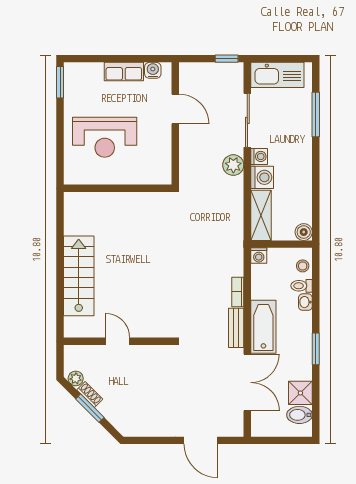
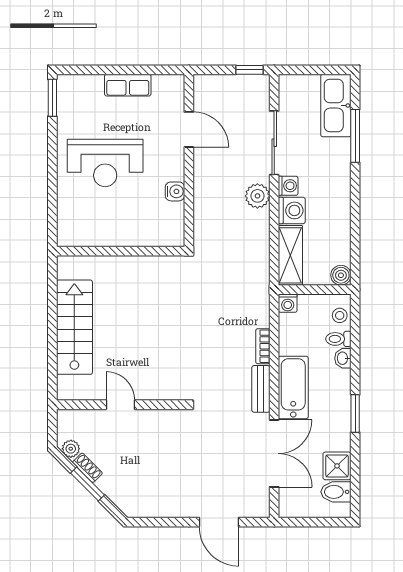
water cooler: (153, 70) -> (175, 191), moved, turned 90
kitchen sink: (277, 75) -> (336, 105), moved, turned 90
wall: (118, 188) -> (121, 251), moved

